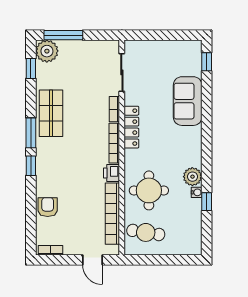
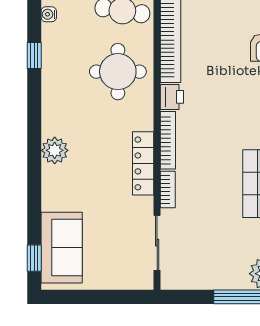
sofa: (188, 101) -> (62, 248), moved
plant: (192, 177) -> (55, 150), moved
water cooler: (197, 192) -> (49, 14), moved

